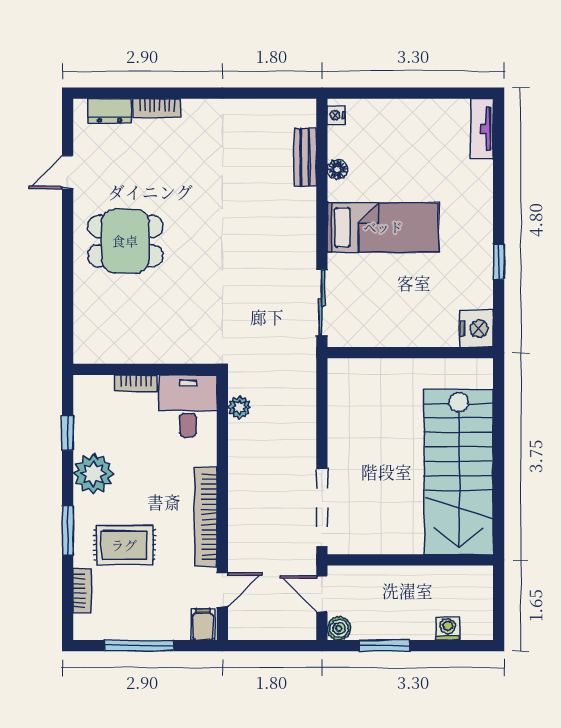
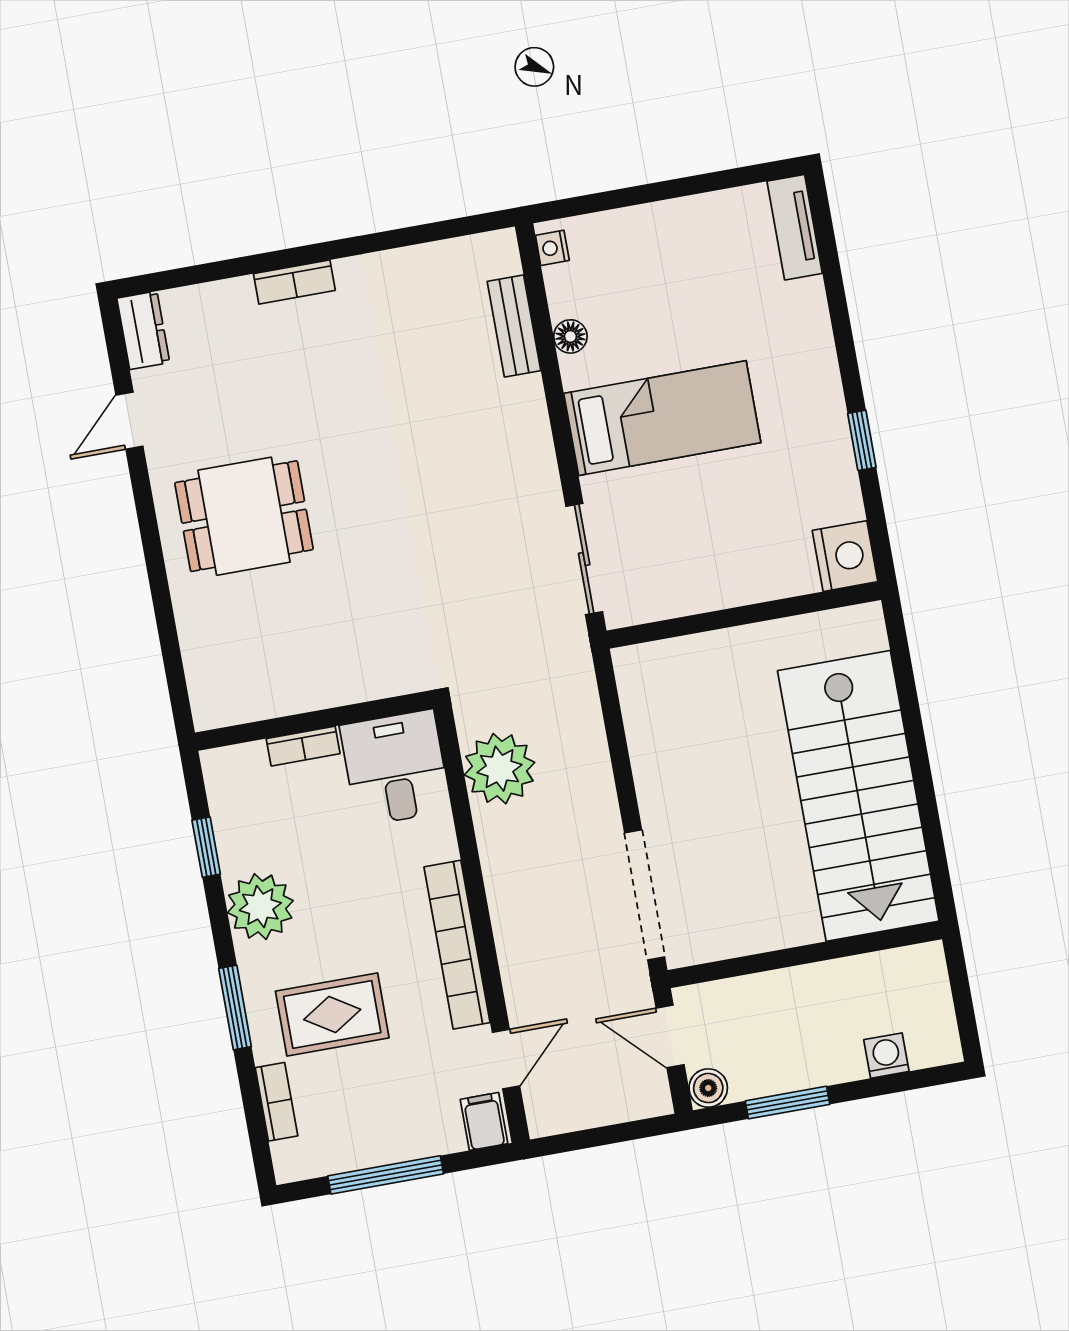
bookcase: (157, 108) -> (294, 282), moved
dresser: (109, 111) -> (143, 330), moved, turned -90
plant: (239, 407) -> (499, 769), width x1.88, depth x1.88

